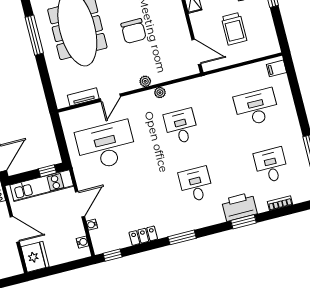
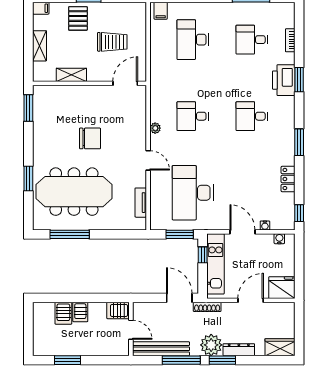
plant: (145, 81) -> (141, 140), removed
door: (110, 98) -> (148, 160), moved
window: (62, 143) -> (180, 234), added

